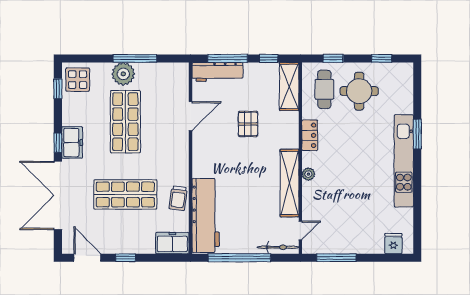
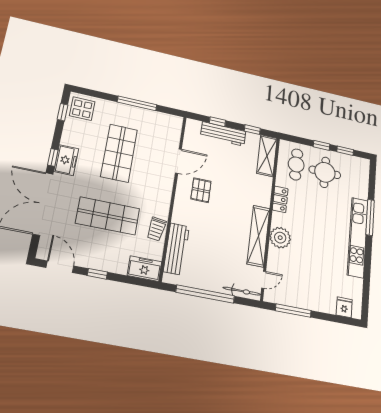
window: (228, 58) -> (217, 122), width x0.46
window: (333, 58) -> (322, 145), moved
workbench: (217, 72) -> (223, 134), moved
plant: (123, 74) -> (124, 113), removed
pallet: (248, 124) -> (201, 190), moved
window: (417, 134) -> (370, 217), width x1.44
plant: (308, 174) -> (280, 238), width x1.88, depth x1.88
workbench: (206, 215) -> (176, 249), width x0.73, depth x0.76

